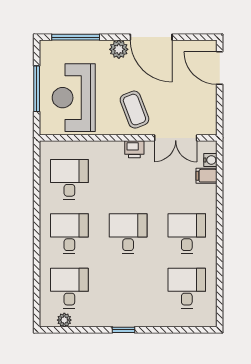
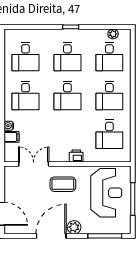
door: (151, 37) -> (51, 236), hinge flipped
coffee table: (134, 110) -> (63, 184), turned -69
printer: (134, 149) -> (76, 156), moved
water cooler: (210, 160) -> (9, 126), moved
desk: (128, 288) -> (67, 57), added

